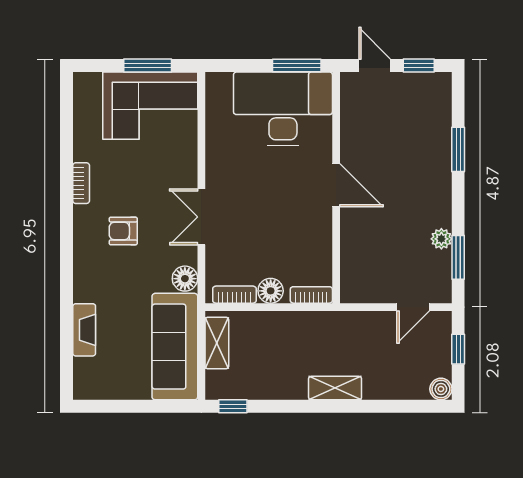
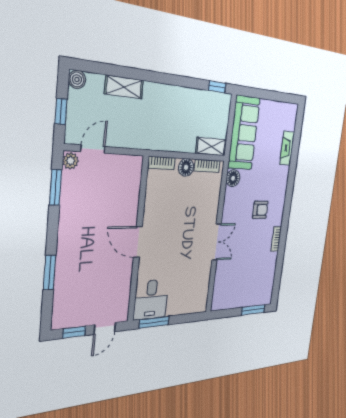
window: (148, 66) -> (253, 310), moved
door: (375, 66) -> (105, 328), hinge flipped
corner sofa: (150, 106) -> (237, 288), removed
desk: (283, 109) -> (151, 300), width x0.53, depth x0.77
double door: (201, 217) -> (217, 242), moved
plant: (441, 239) -> (71, 161), moved
shelving: (217, 343) -> (211, 147), moved, turned 90
shelving: (335, 388) -> (124, 87), moved

